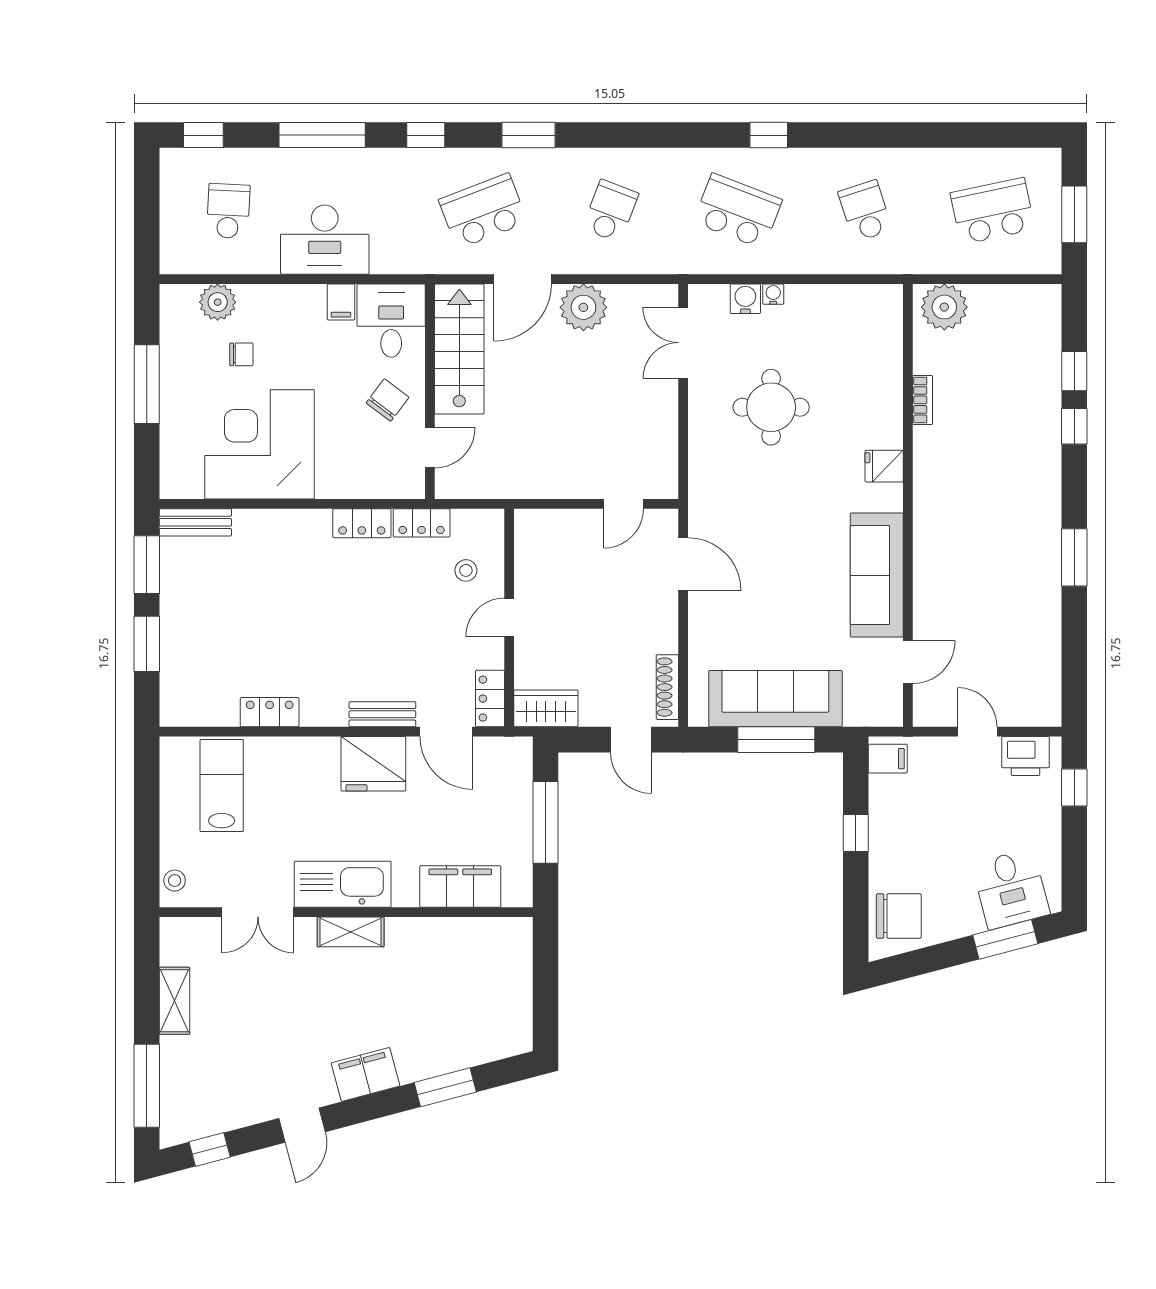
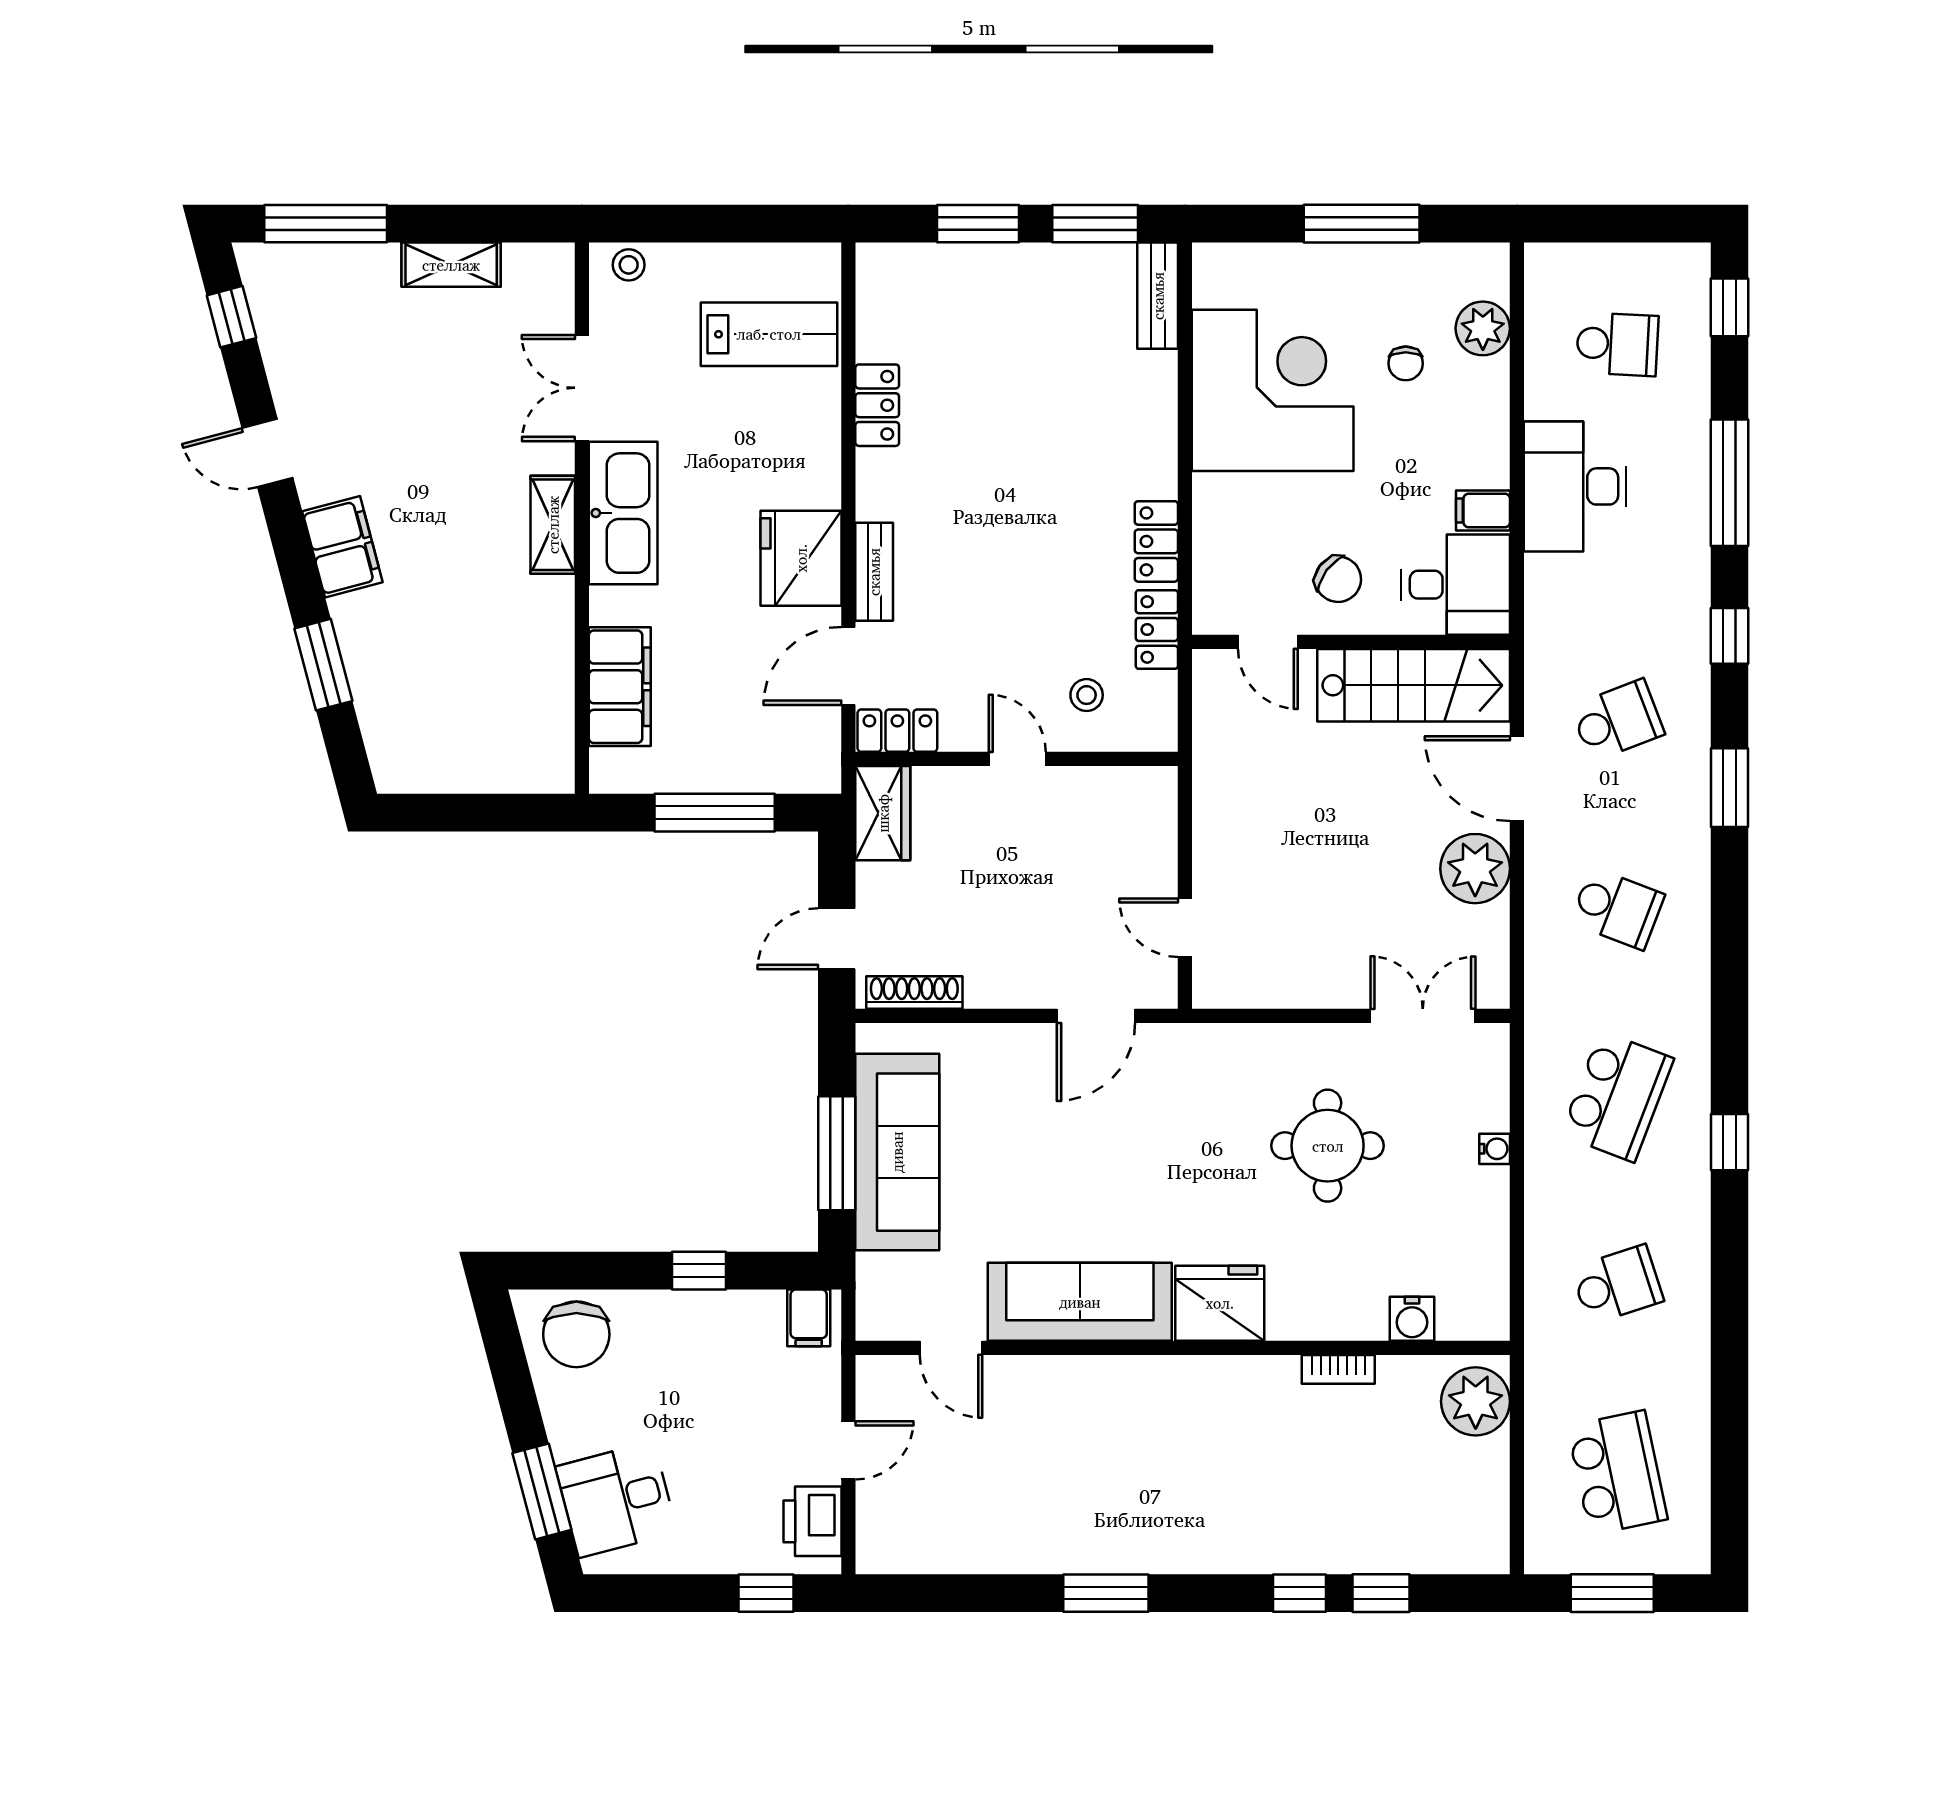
school desk: (483, 211) -> (1617, 720), width x0.54
water cooler: (745, 299) -> (1412, 1319), moved, turned 90
fridge: (884, 466) -> (1220, 1303), width x1.88, depth x1.34

